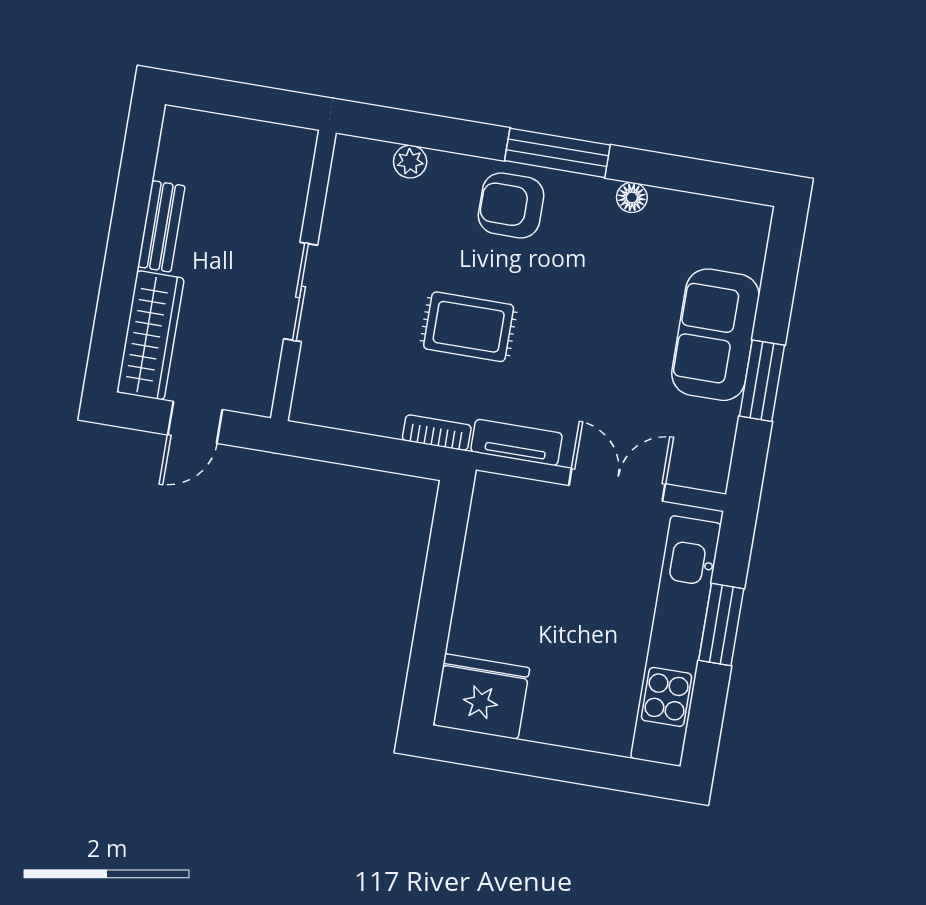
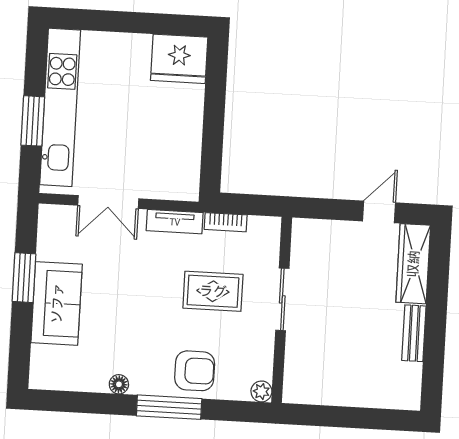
wall: (303, 275) -> (282, 310), moved
sliding door: (301, 292) -> (282, 299), moved

